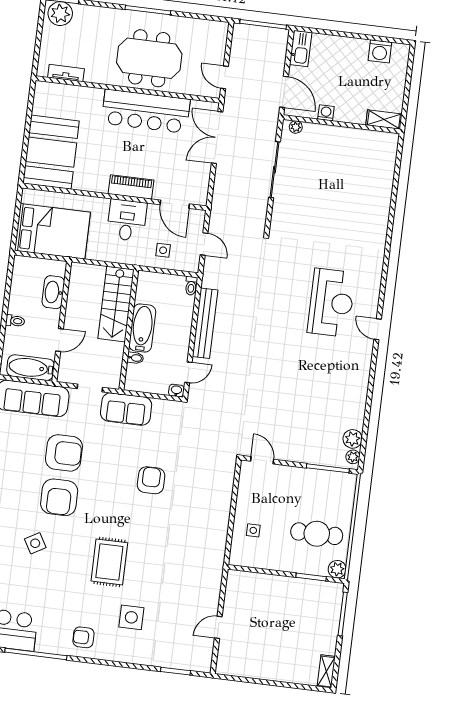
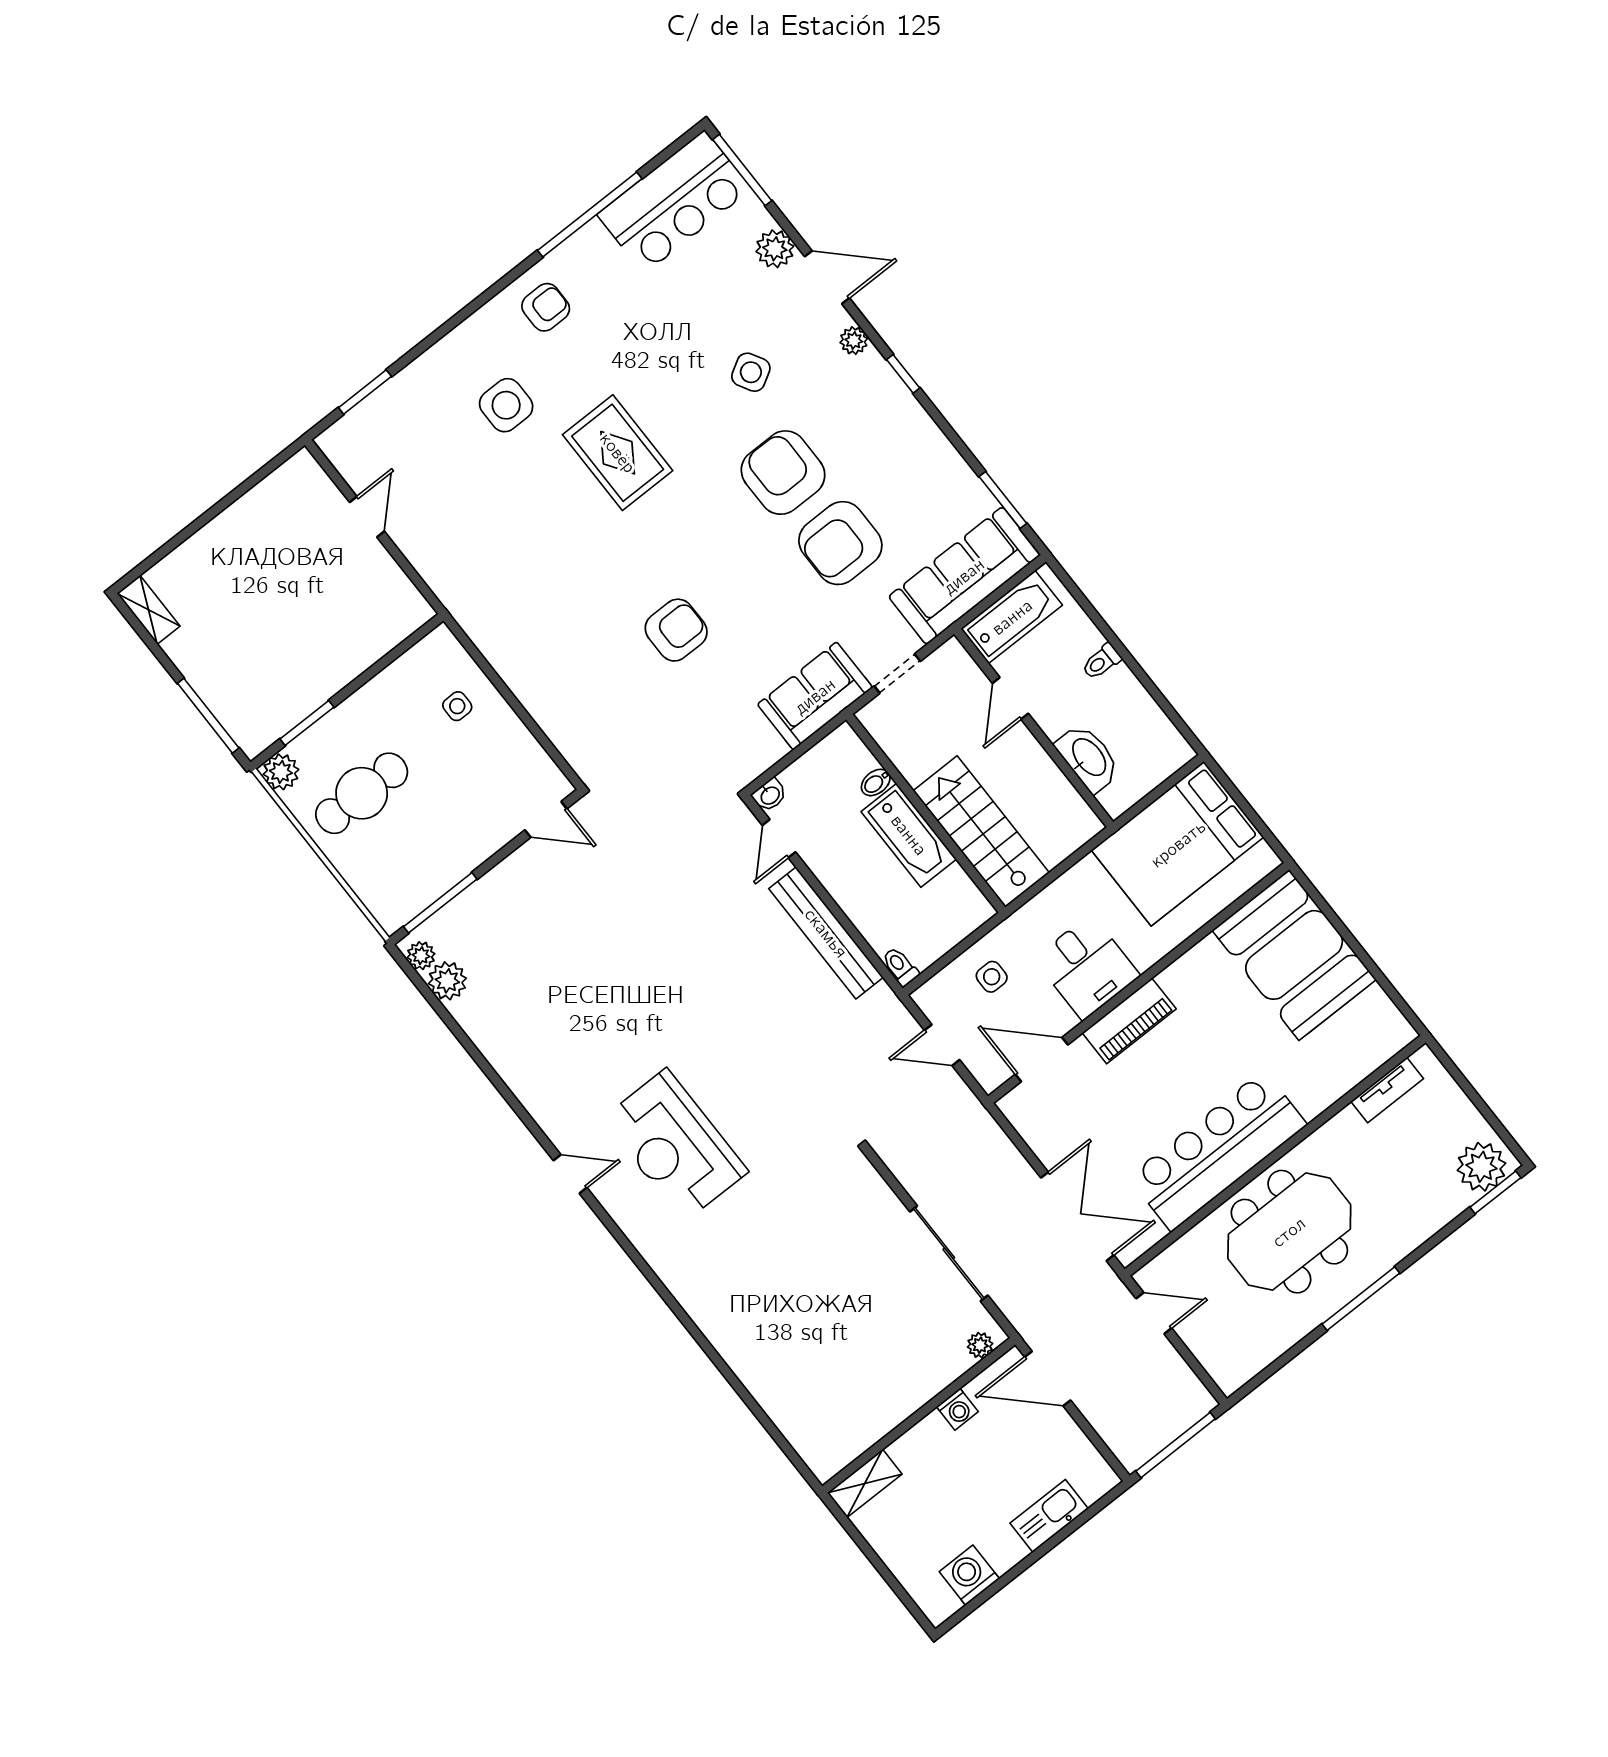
kitchen sink: (301, 48) -> (1049, 1516), moved, turned 90
armchair: (151, 480) -> (676, 630), turned -90

